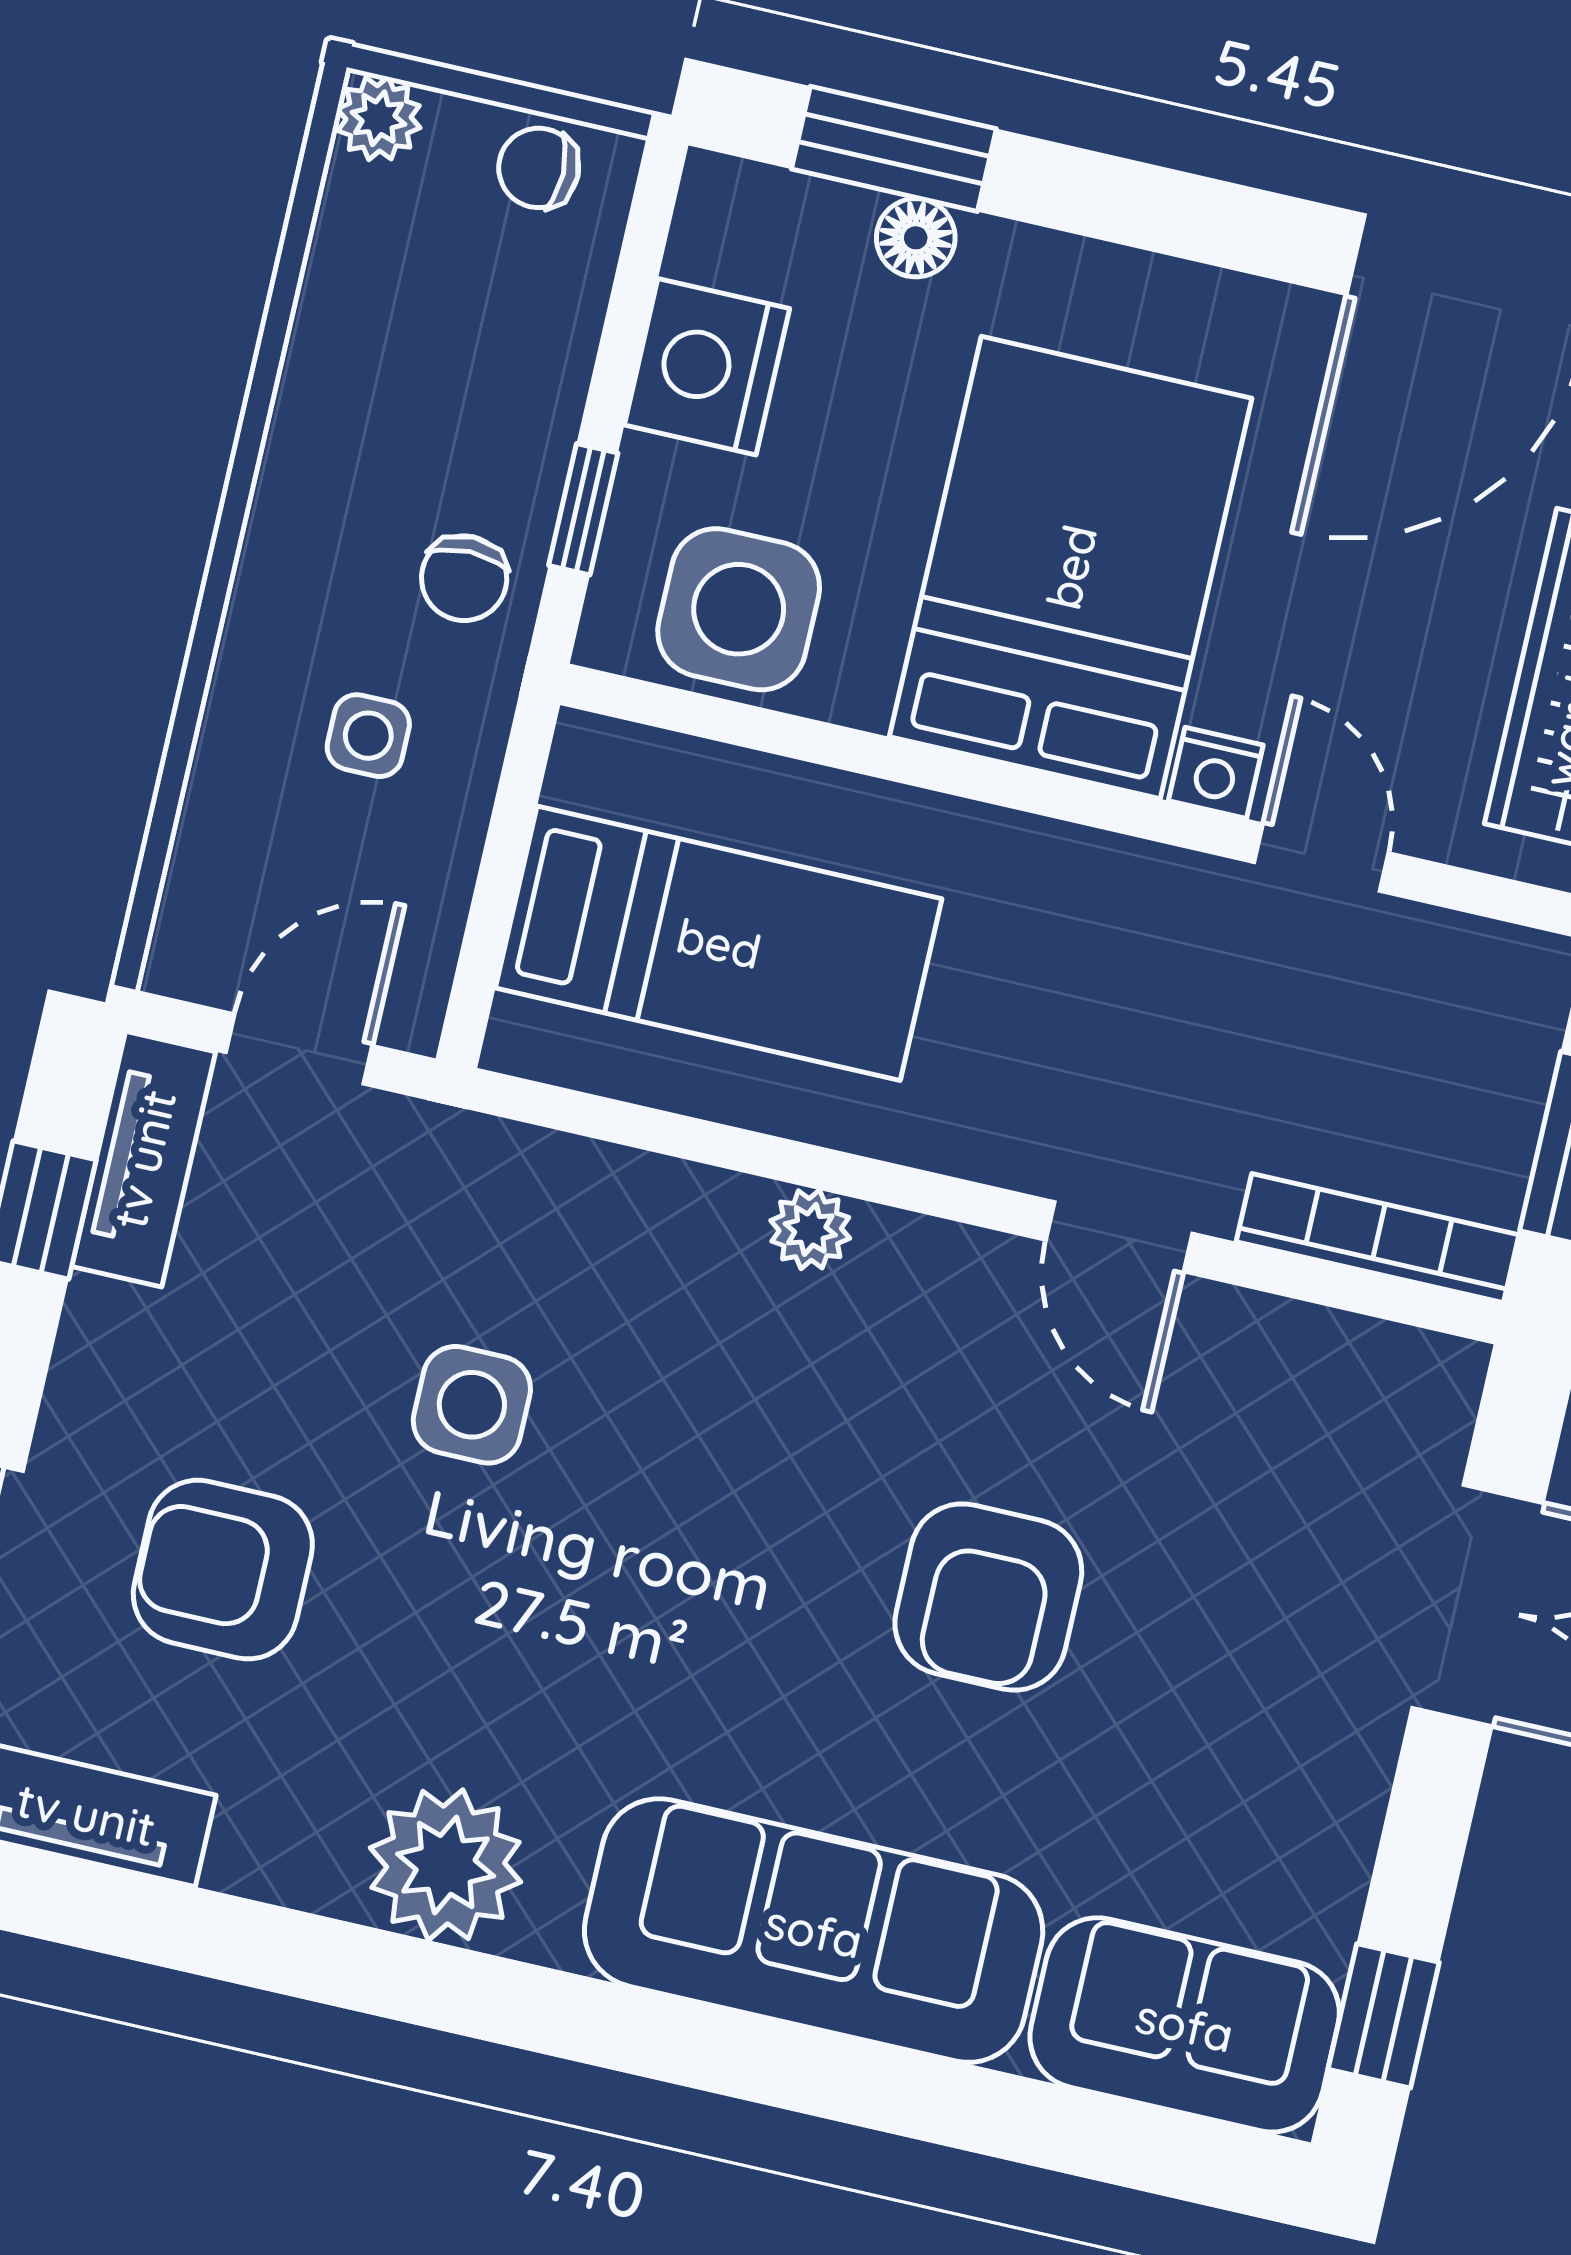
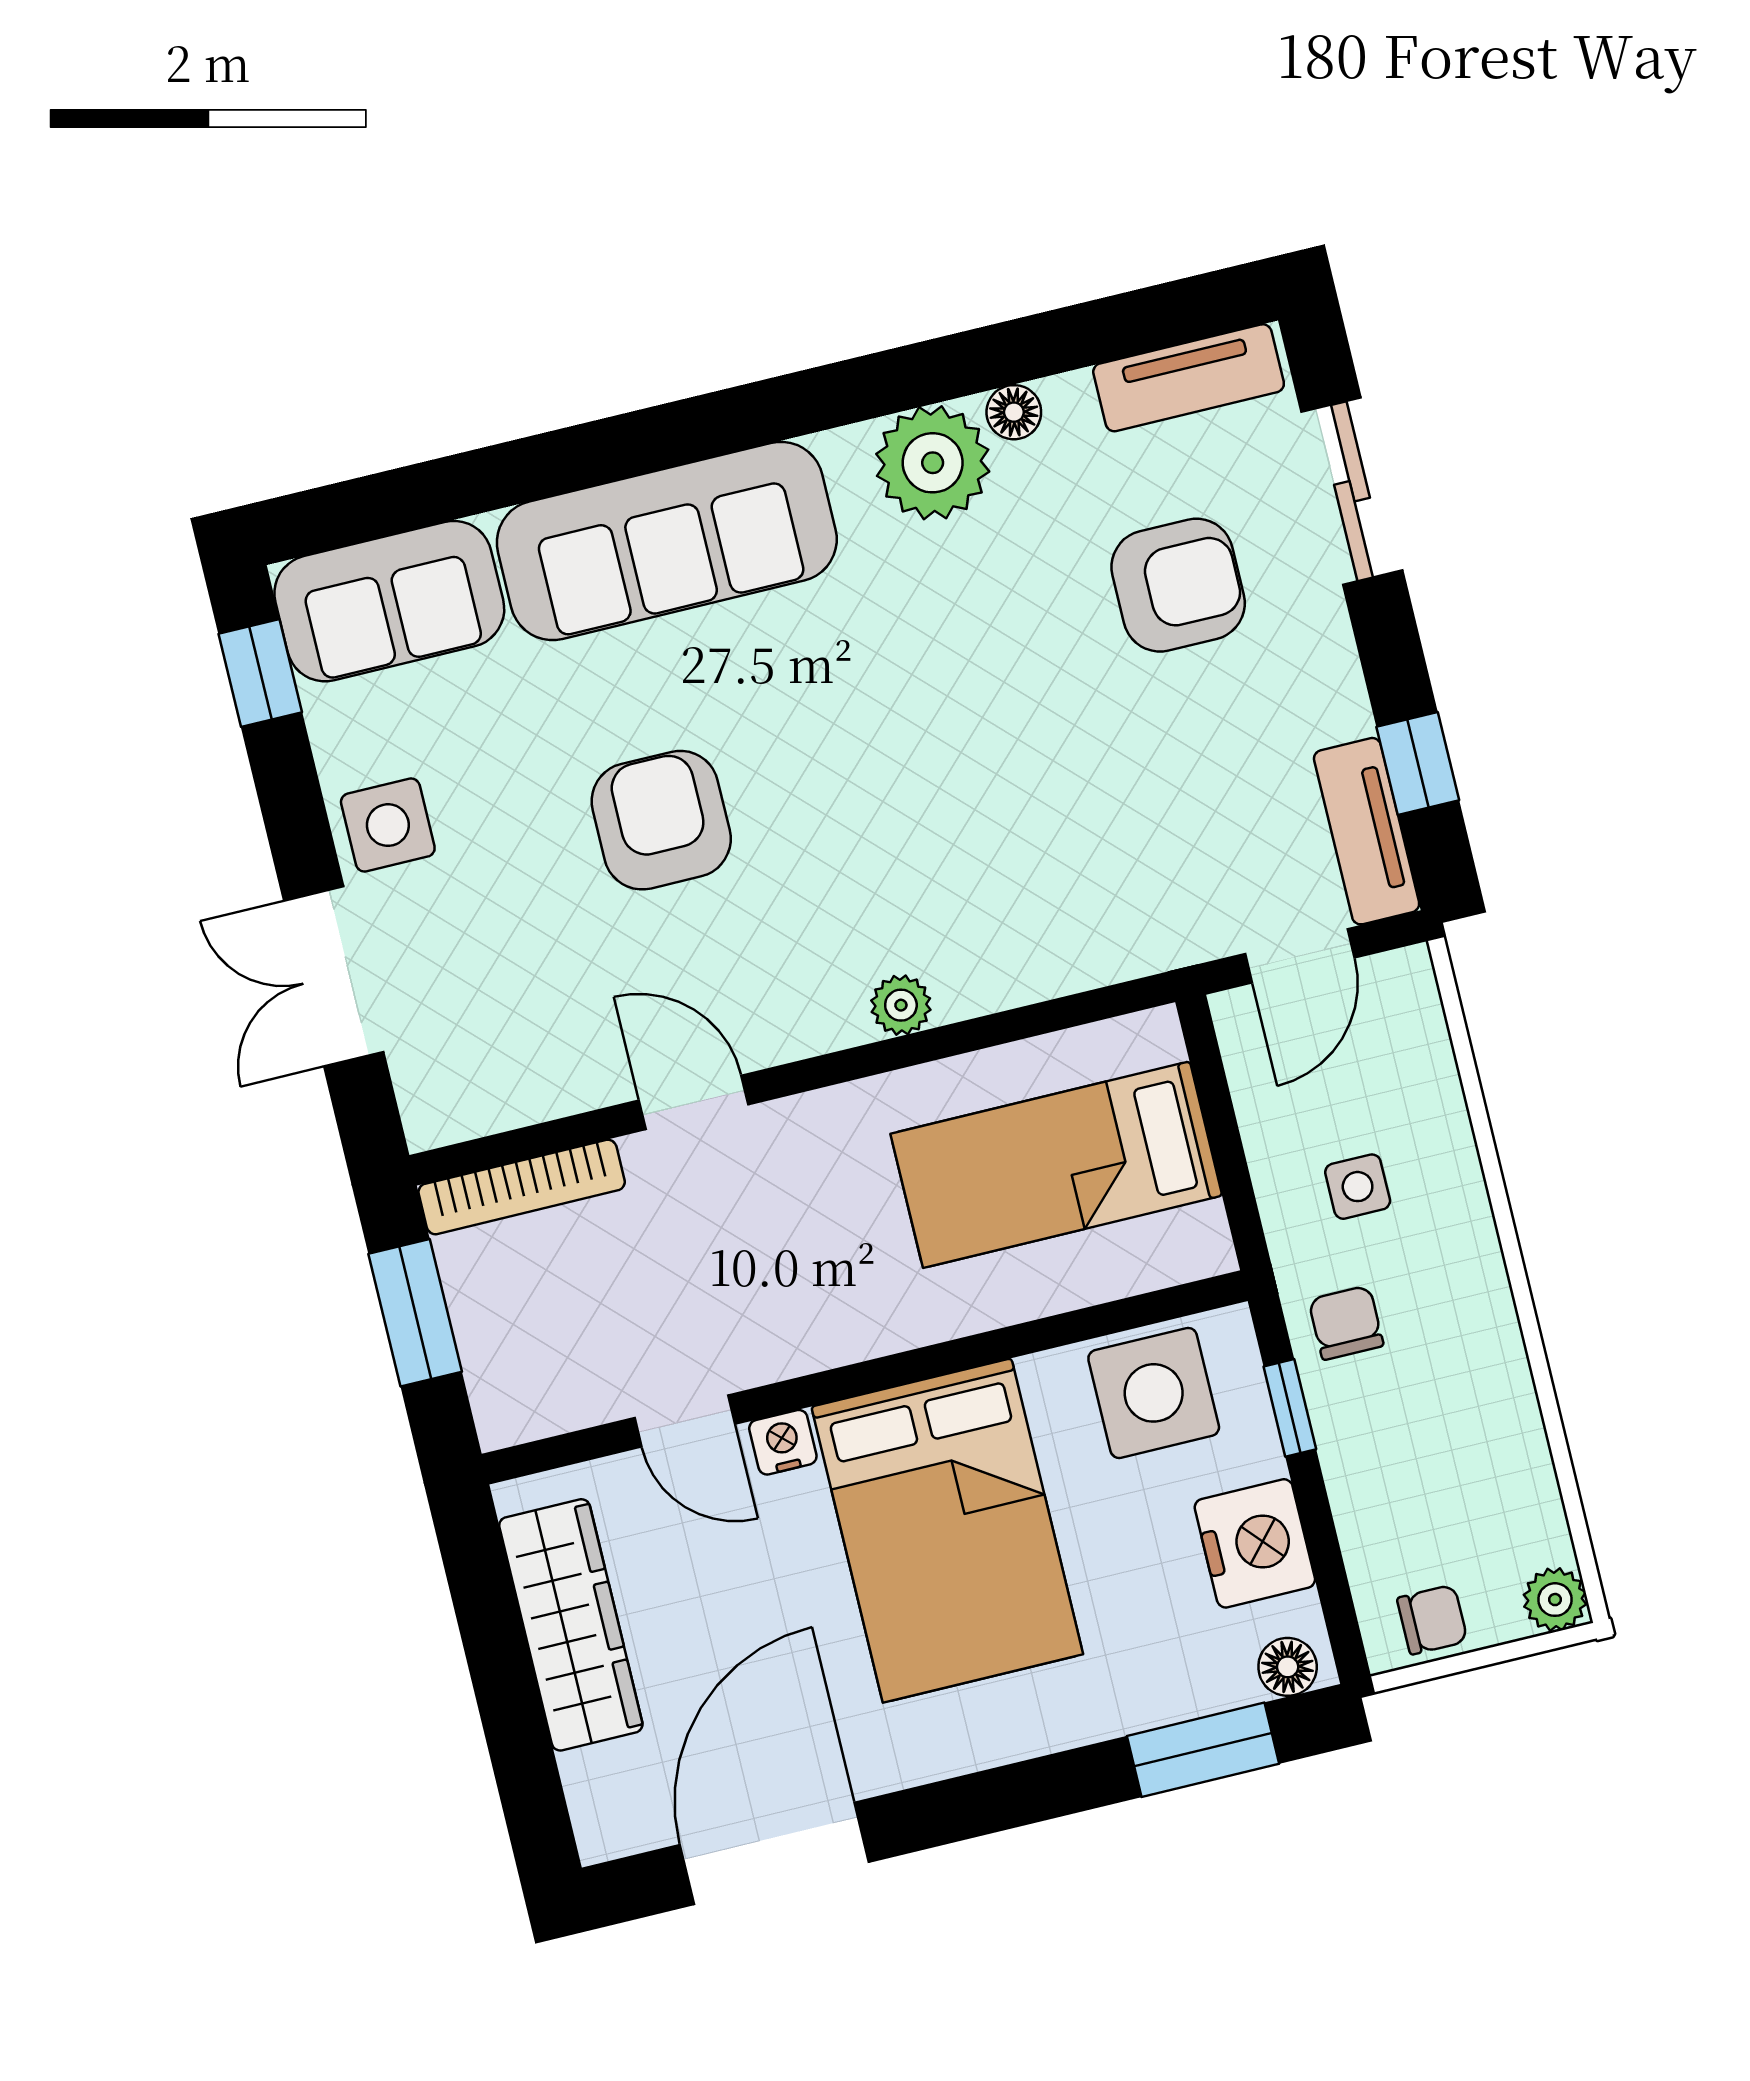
floor lamp: (916, 238) -> (1288, 1667), moved
side table: (472, 1405) -> (388, 825), moved
floor lamp: (317, 1877) -> (1014, 412), added

